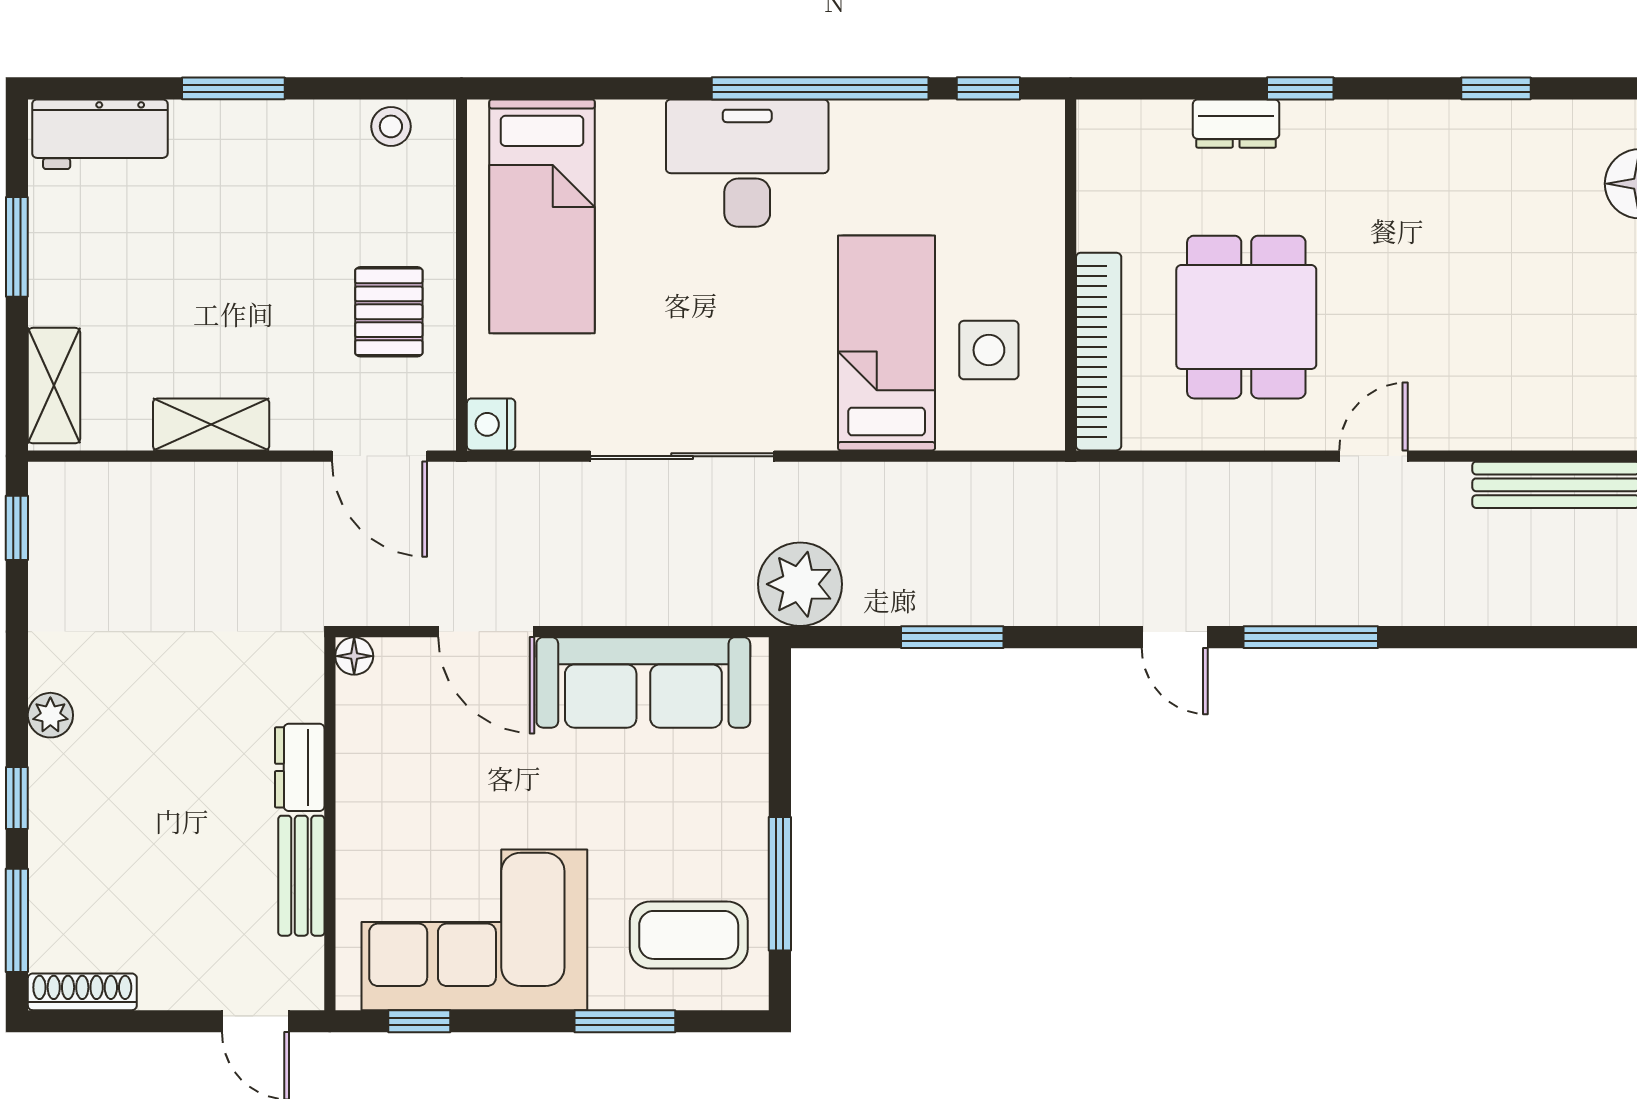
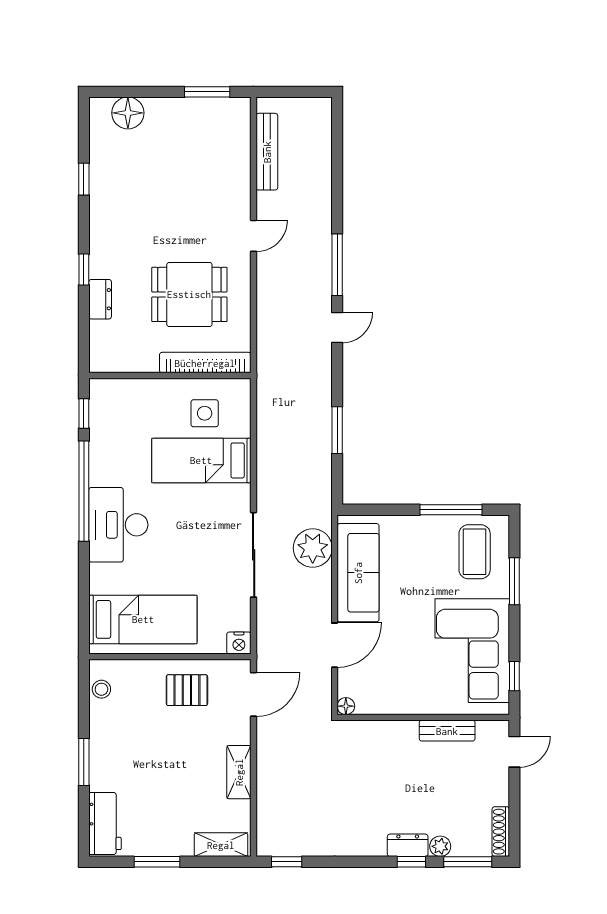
door: (1373, 456) -> (254, 236), swing flipped
plant: (800, 584) -> (313, 548), moved
plant: (50, 715) -> (440, 846), moved
dresser: (300, 767) -> (408, 845), moved, turned 180

